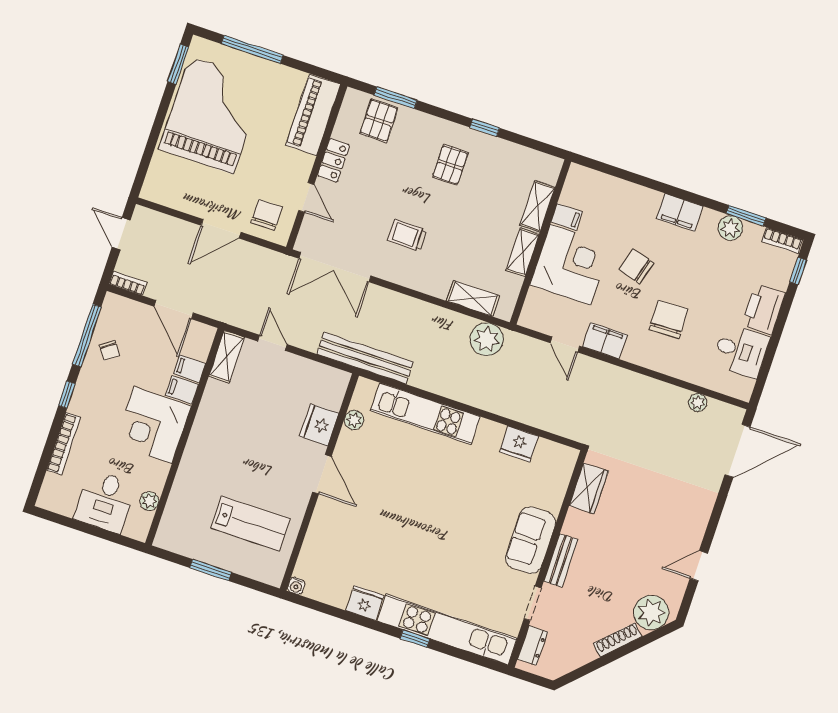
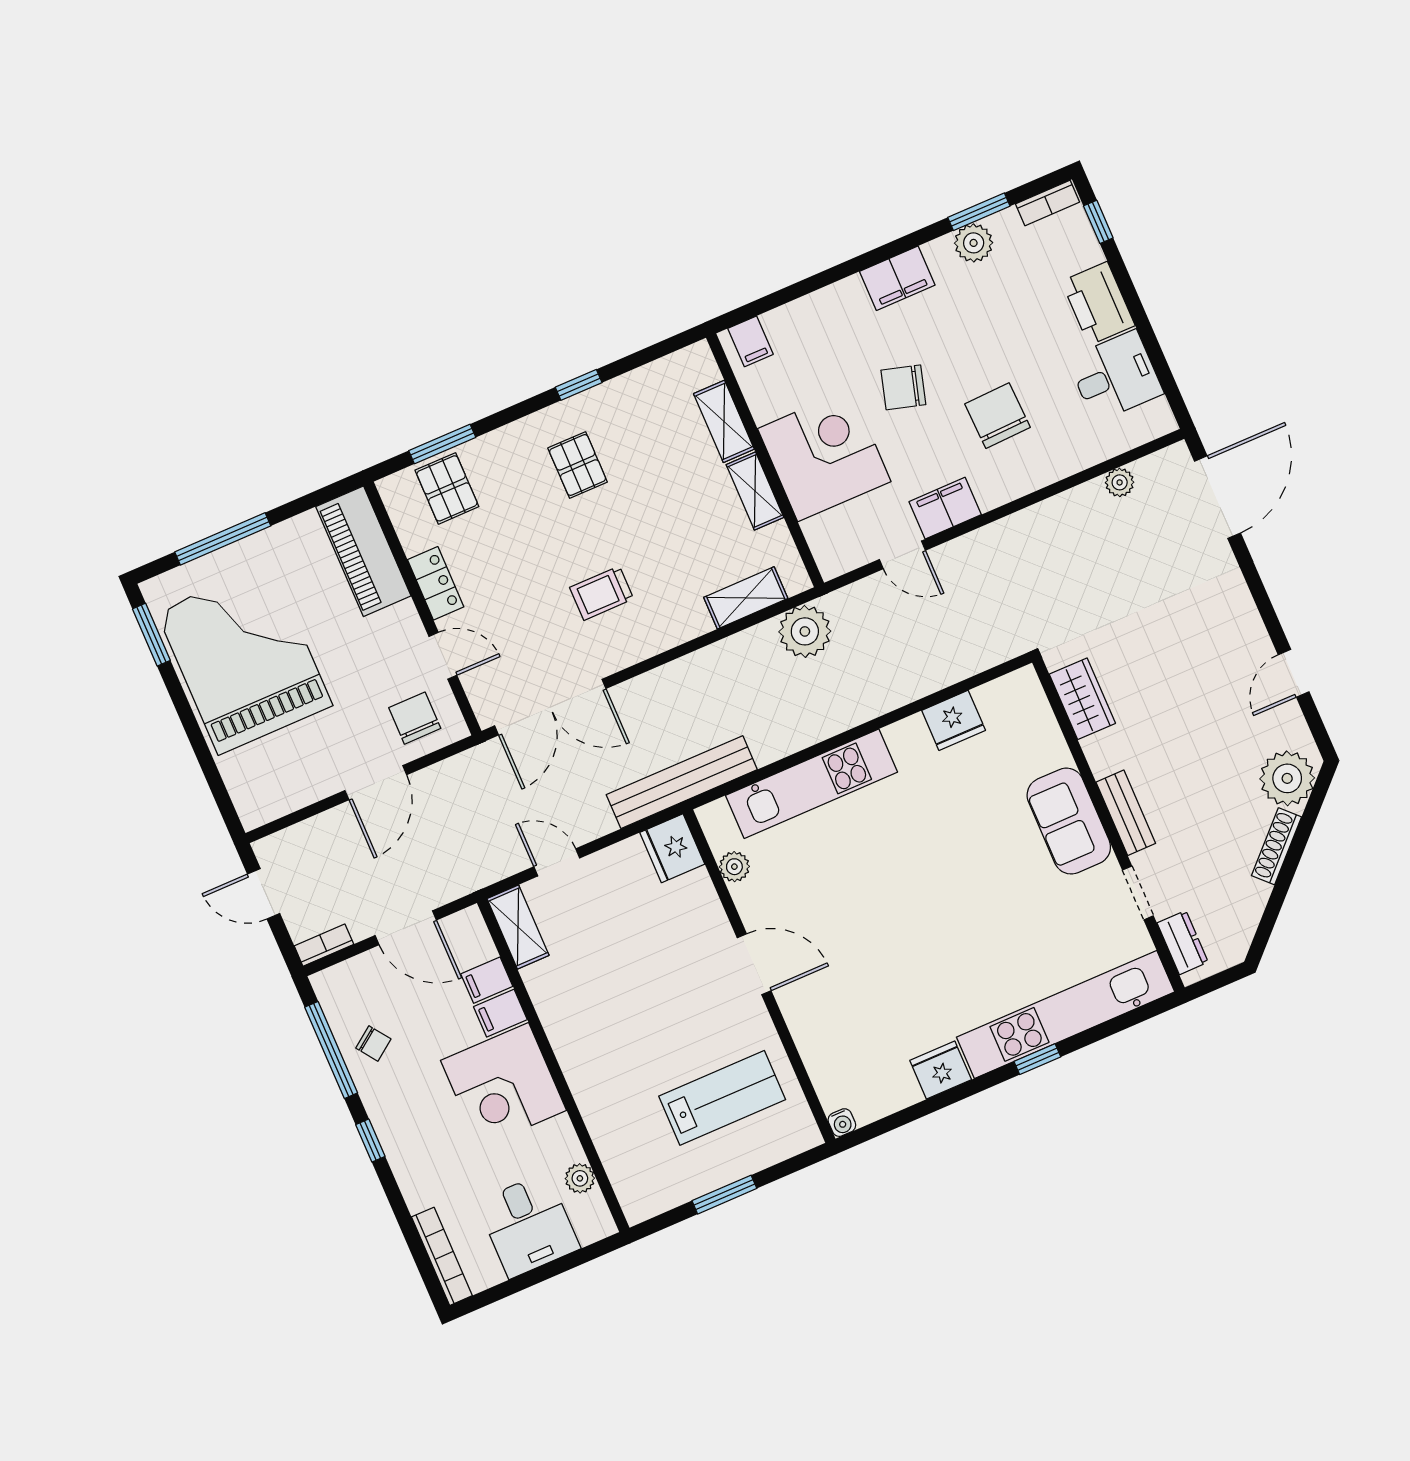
filing cabinet: (567, 217) -> (750, 341), moved, turned 90
fridge: (319, 425) -> (672, 848), moved
bookcase: (64, 444) -> (442, 1256), moved

